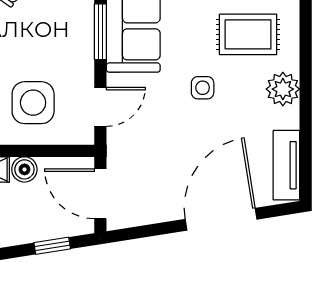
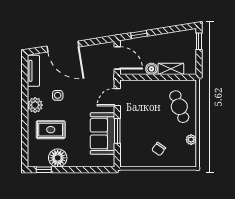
side table: (203, 88) -> (58, 95), moved
side table: (33, 103) -> (148, 99), removed
door: (221, 219) -> (63, 46), hinge flipped

